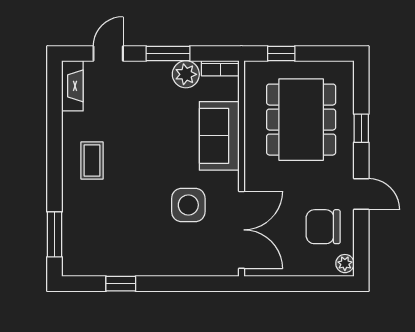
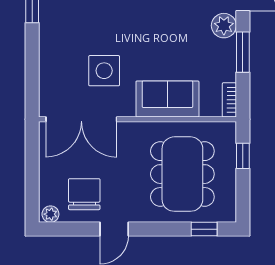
plant: (186, 74) -> (224, 26), moved
dining table: (301, 120) -> (182, 174), turned 90
window: (361, 128) -> (204, 229), moved

